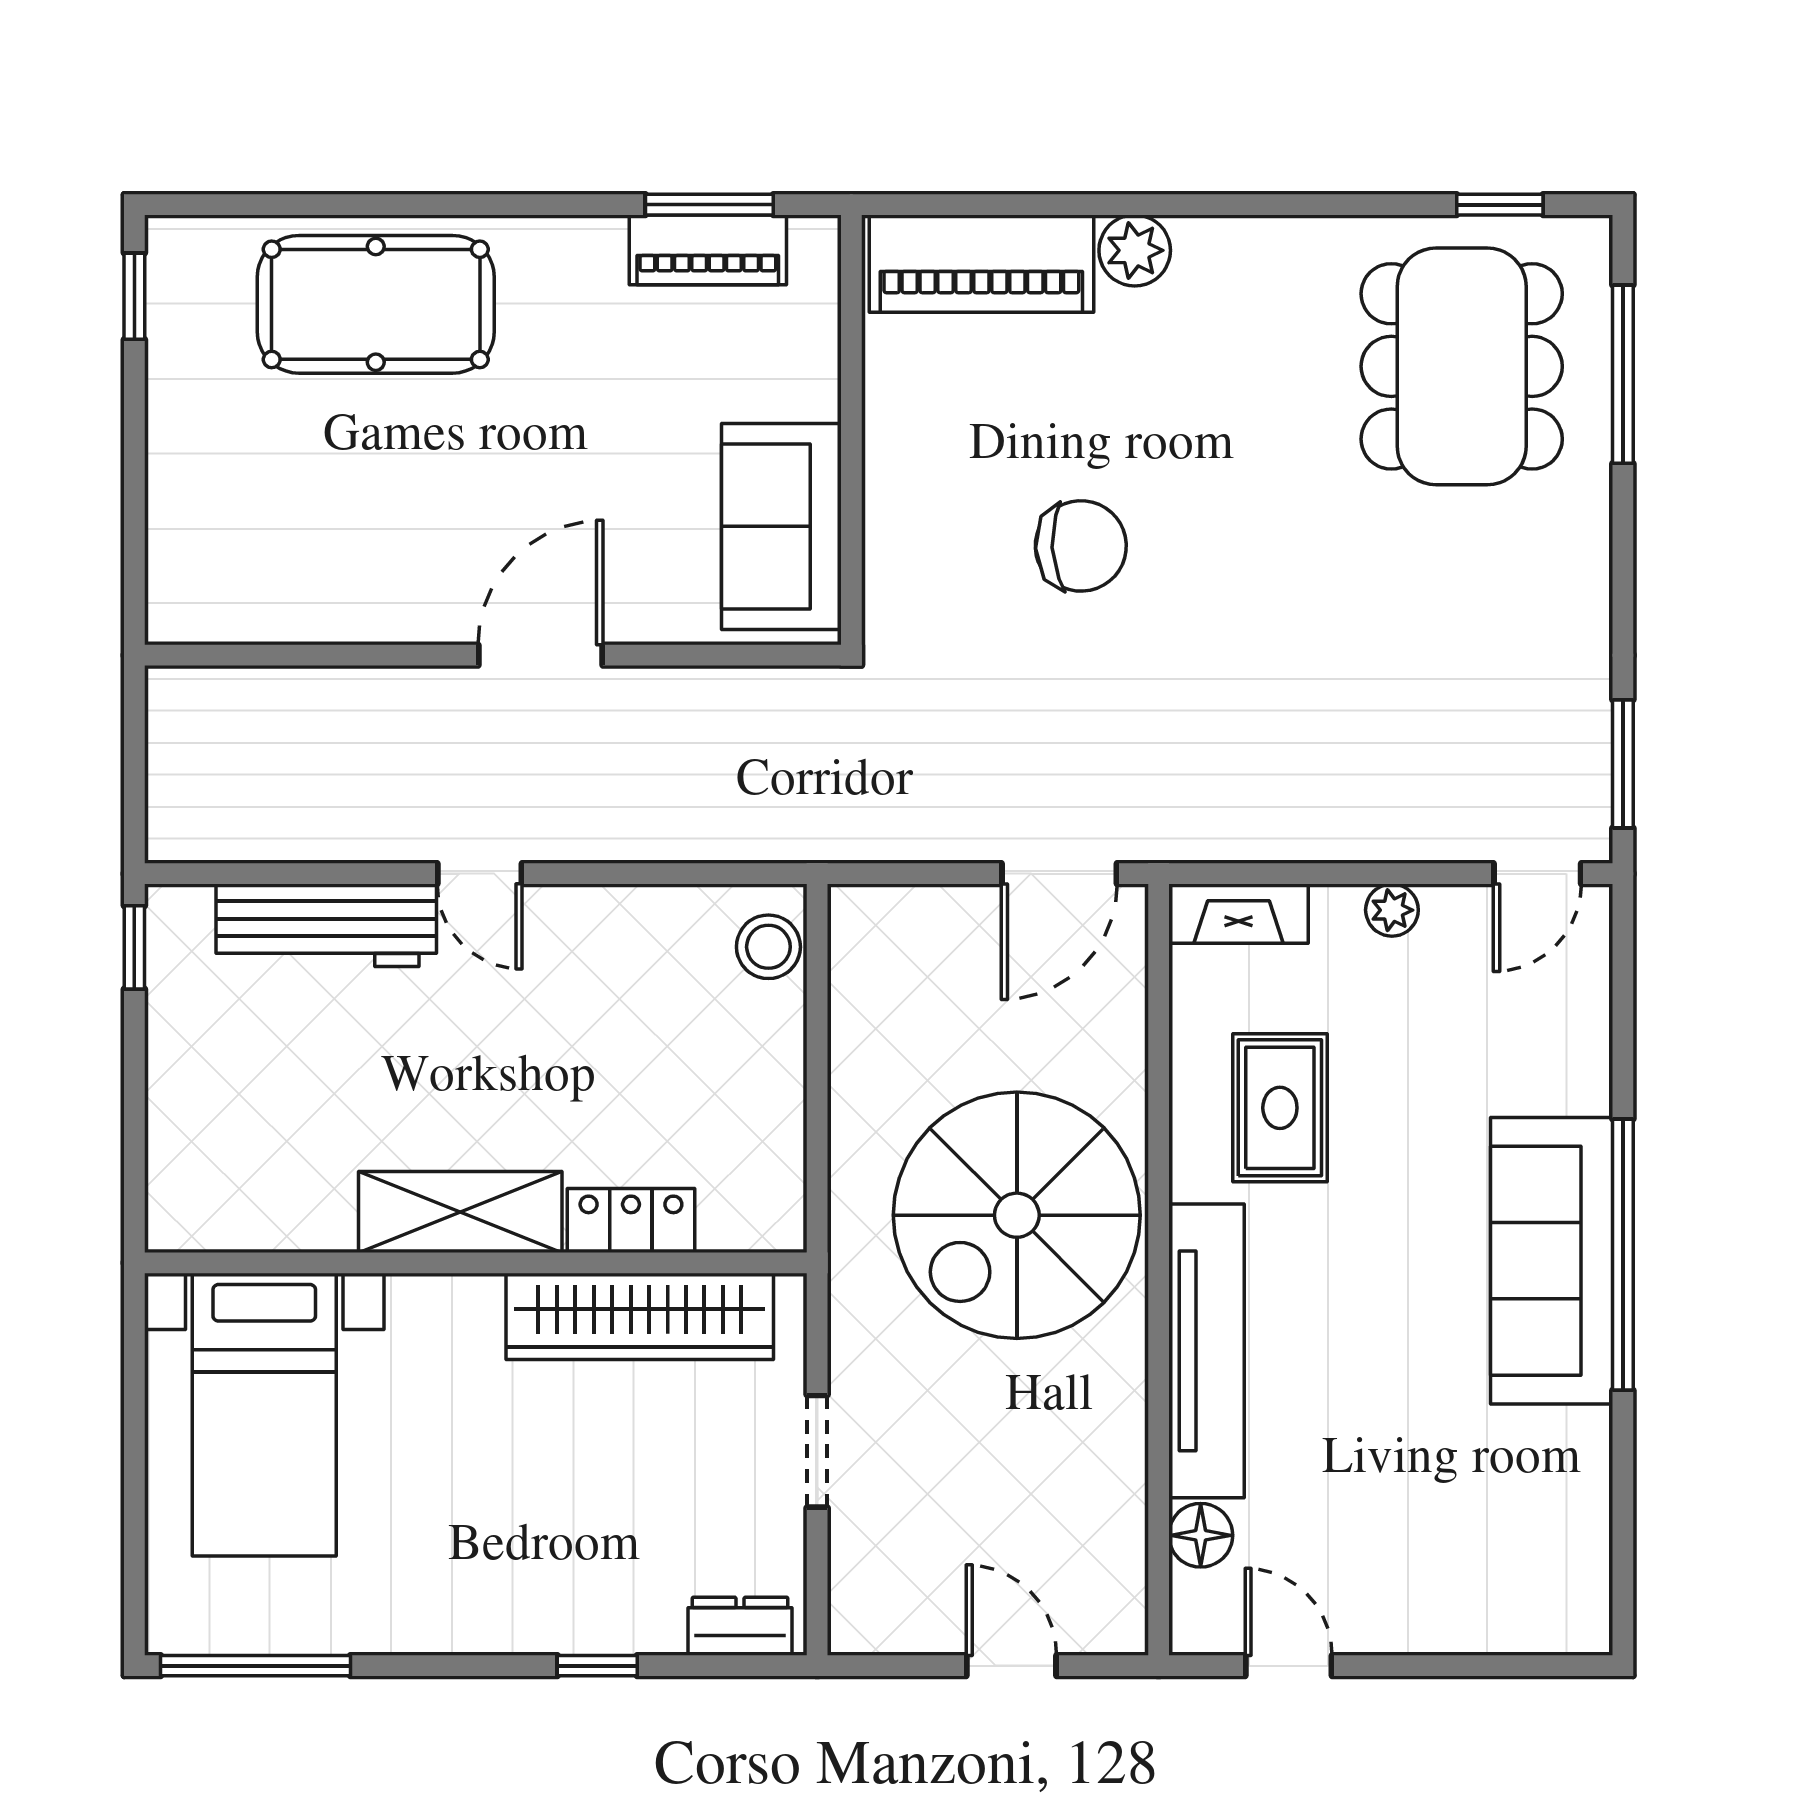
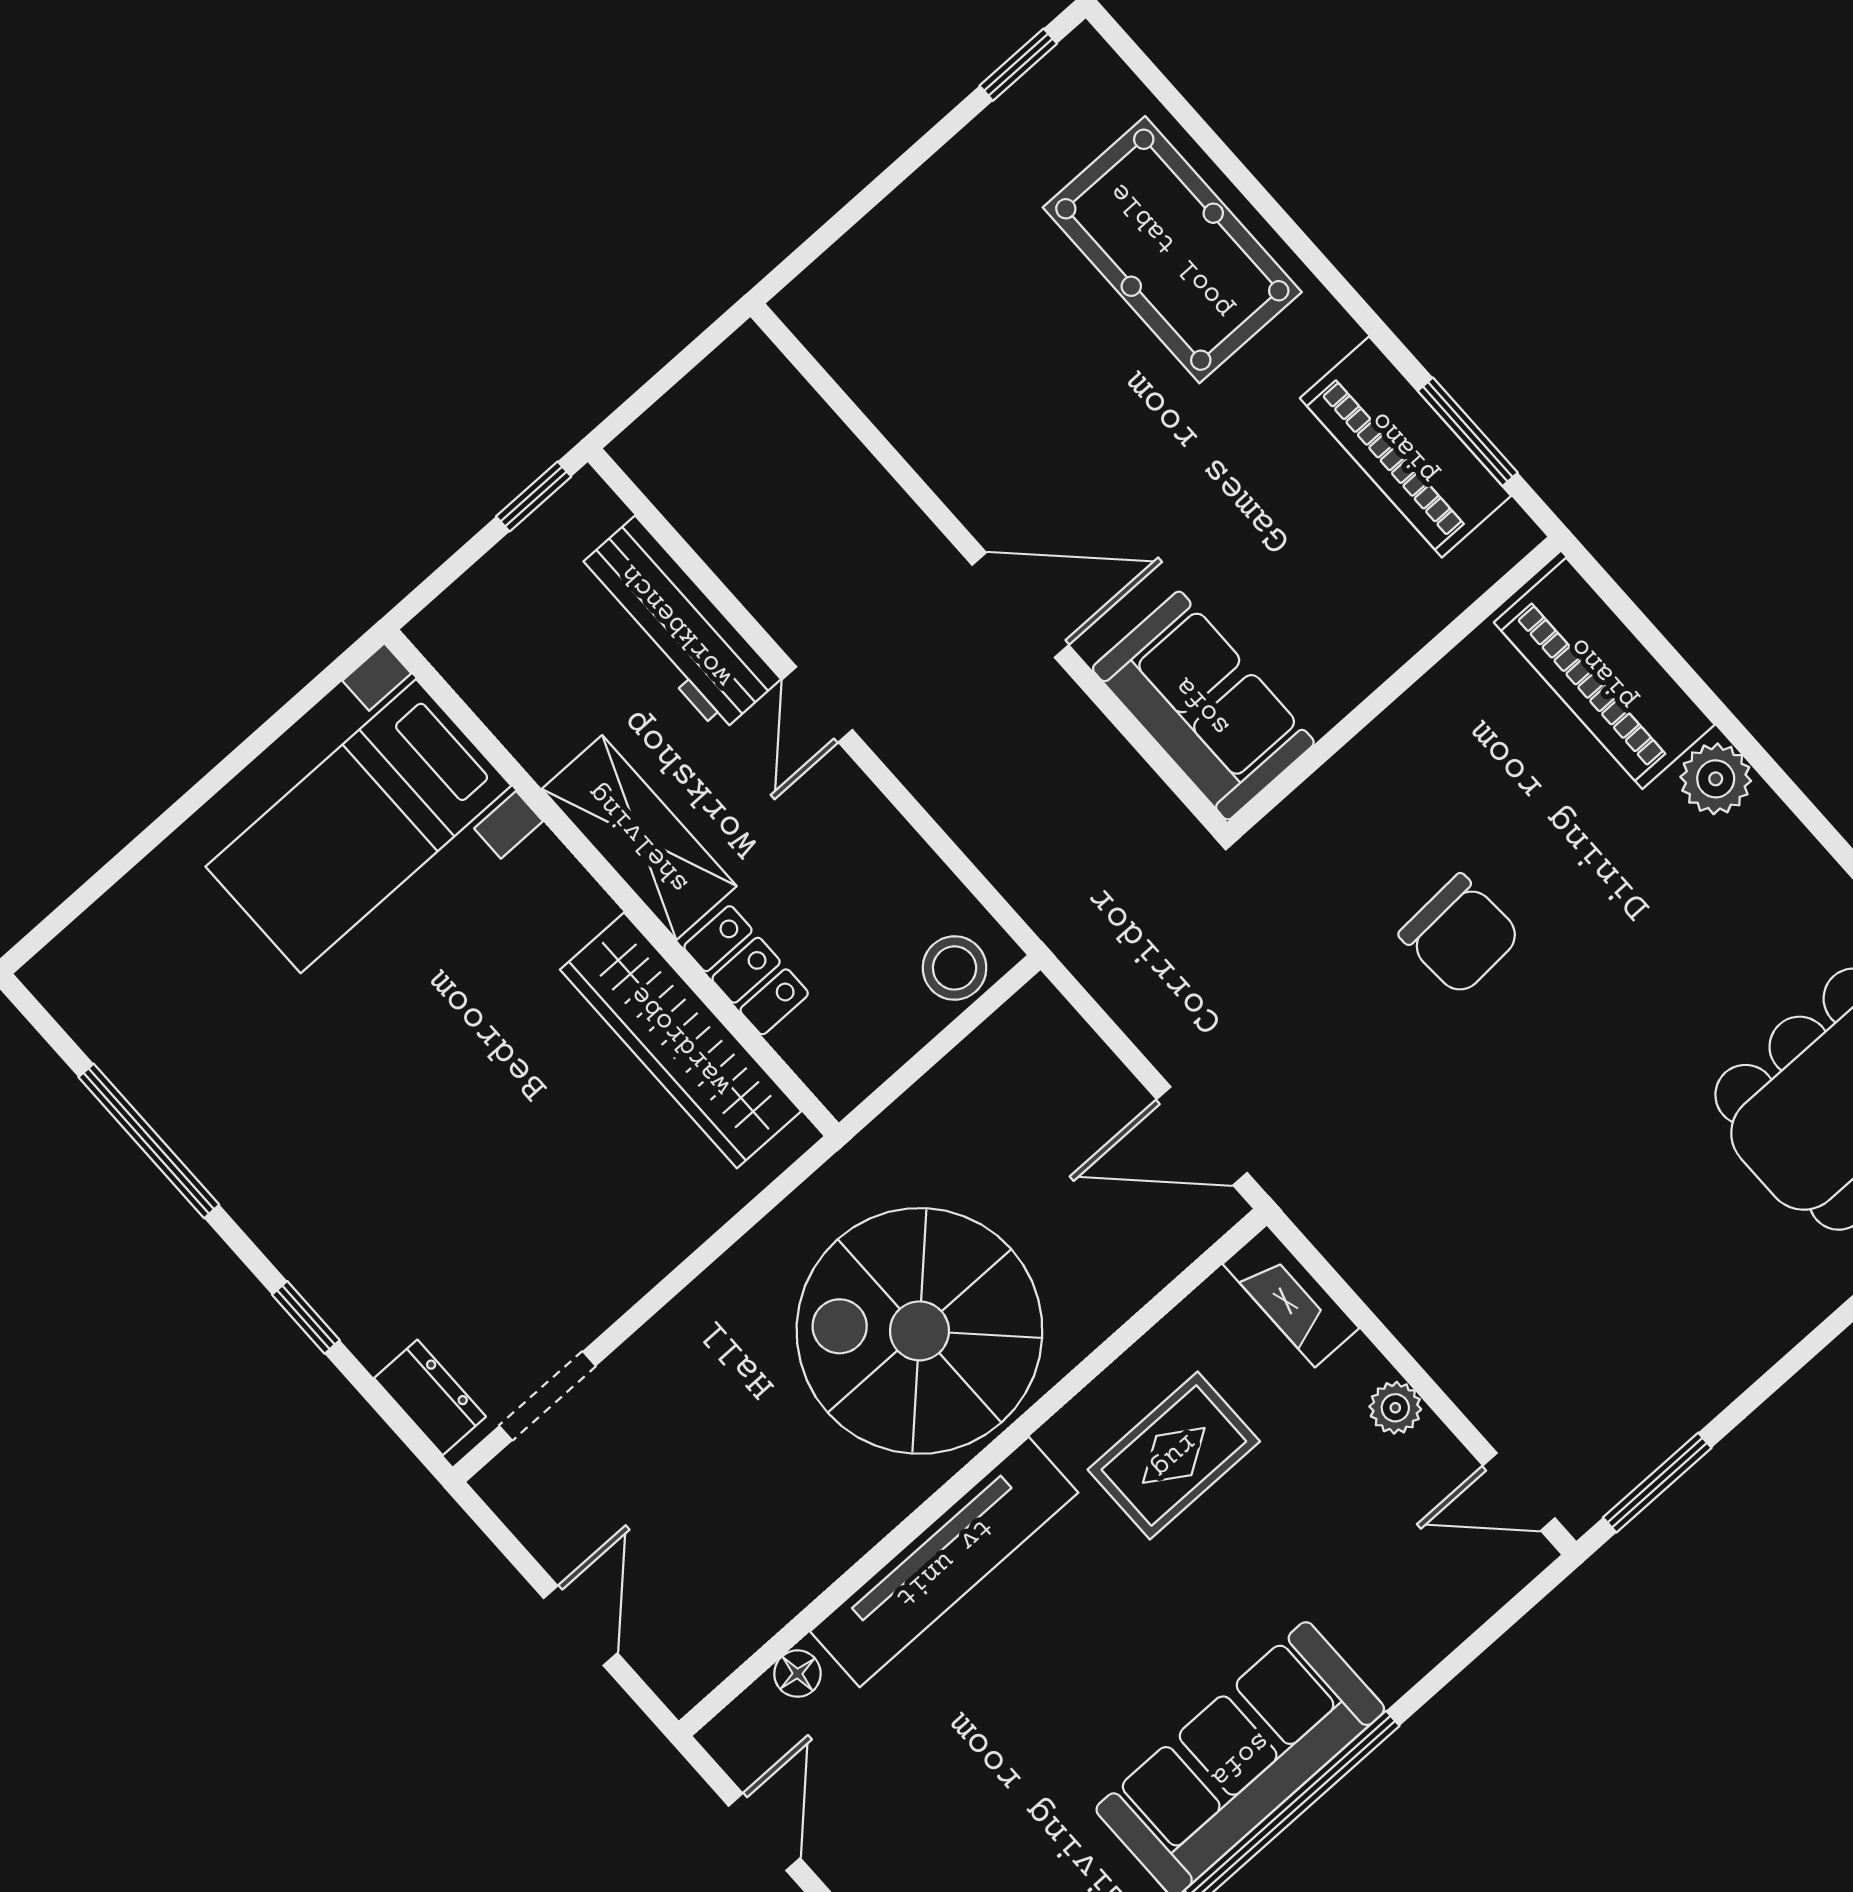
piano: (708, 250) -> (1405, 447), width x1.37, depth x1.33
sofa: (781, 526) -> (1203, 706), moved, turned 90
shelving: (460, 1212) -> (639, 838), moved
locker: (631, 1220) -> (746, 970), moved
wall: (476, 1263) -> (612, 883), moved
wardrobe: (640, 1316) -> (681, 1040), moved
bed with nightstands: (264, 1415) -> (358, 826), moved
doorway: (817, 1451) -> (547, 1396), moved
floor lamp: (1201, 1535) -> (797, 1674), width x0.73, depth x0.73
window: (255, 1666) -> (149, 1141), moved

